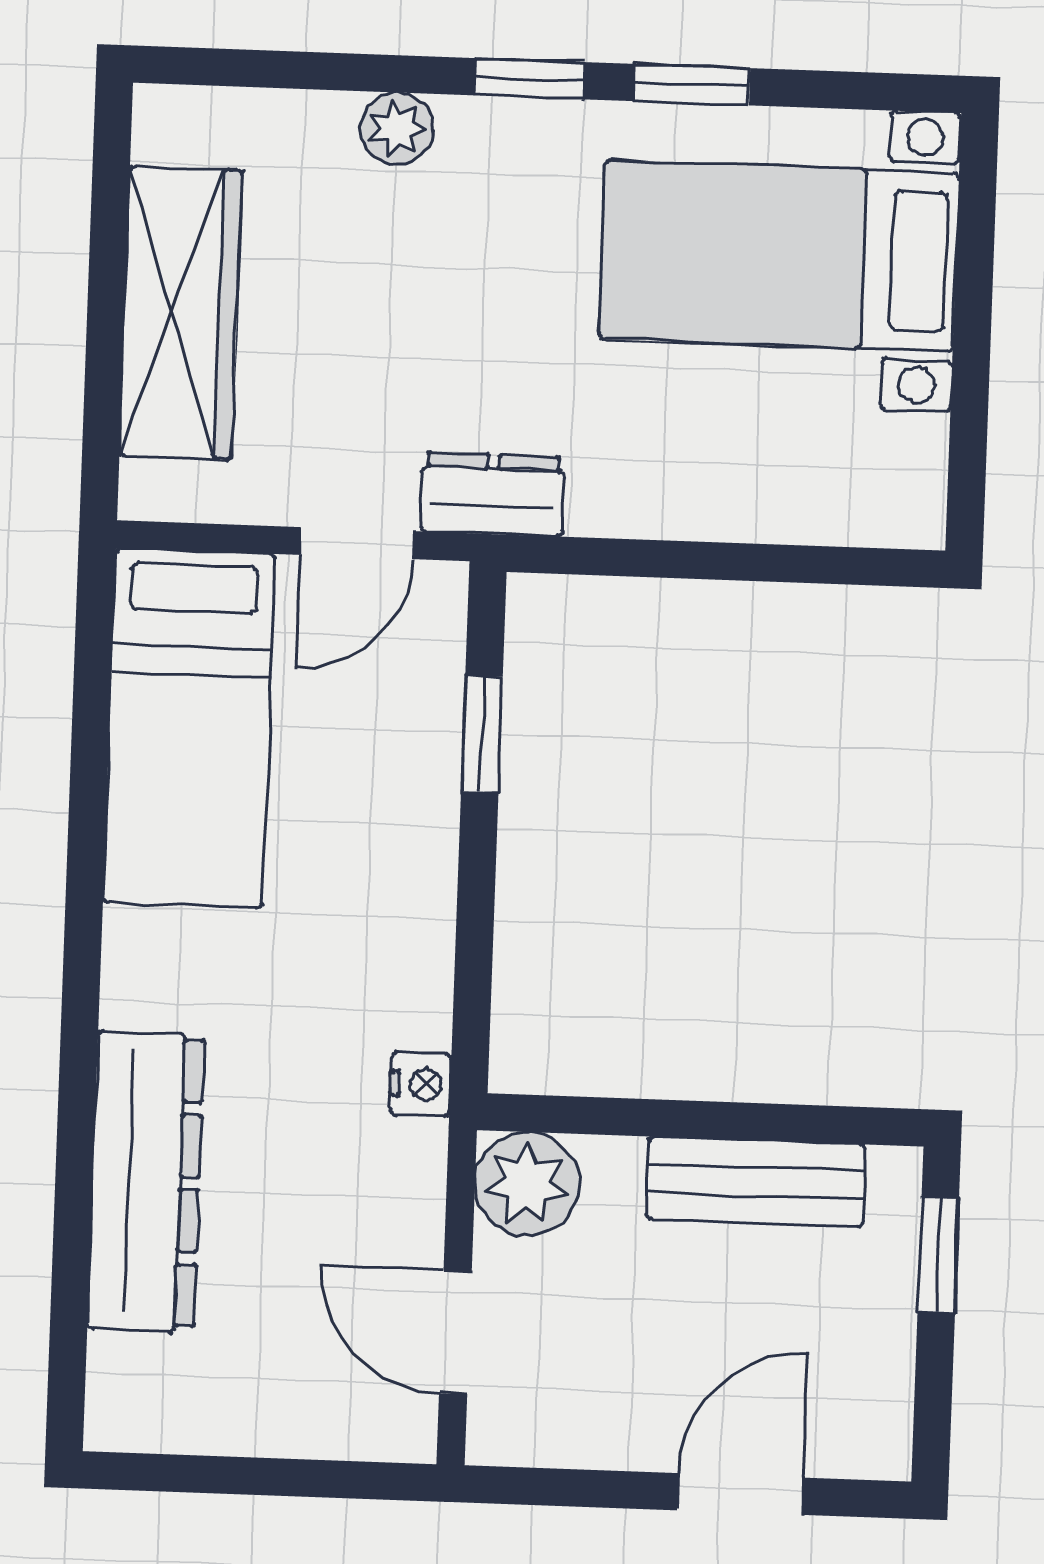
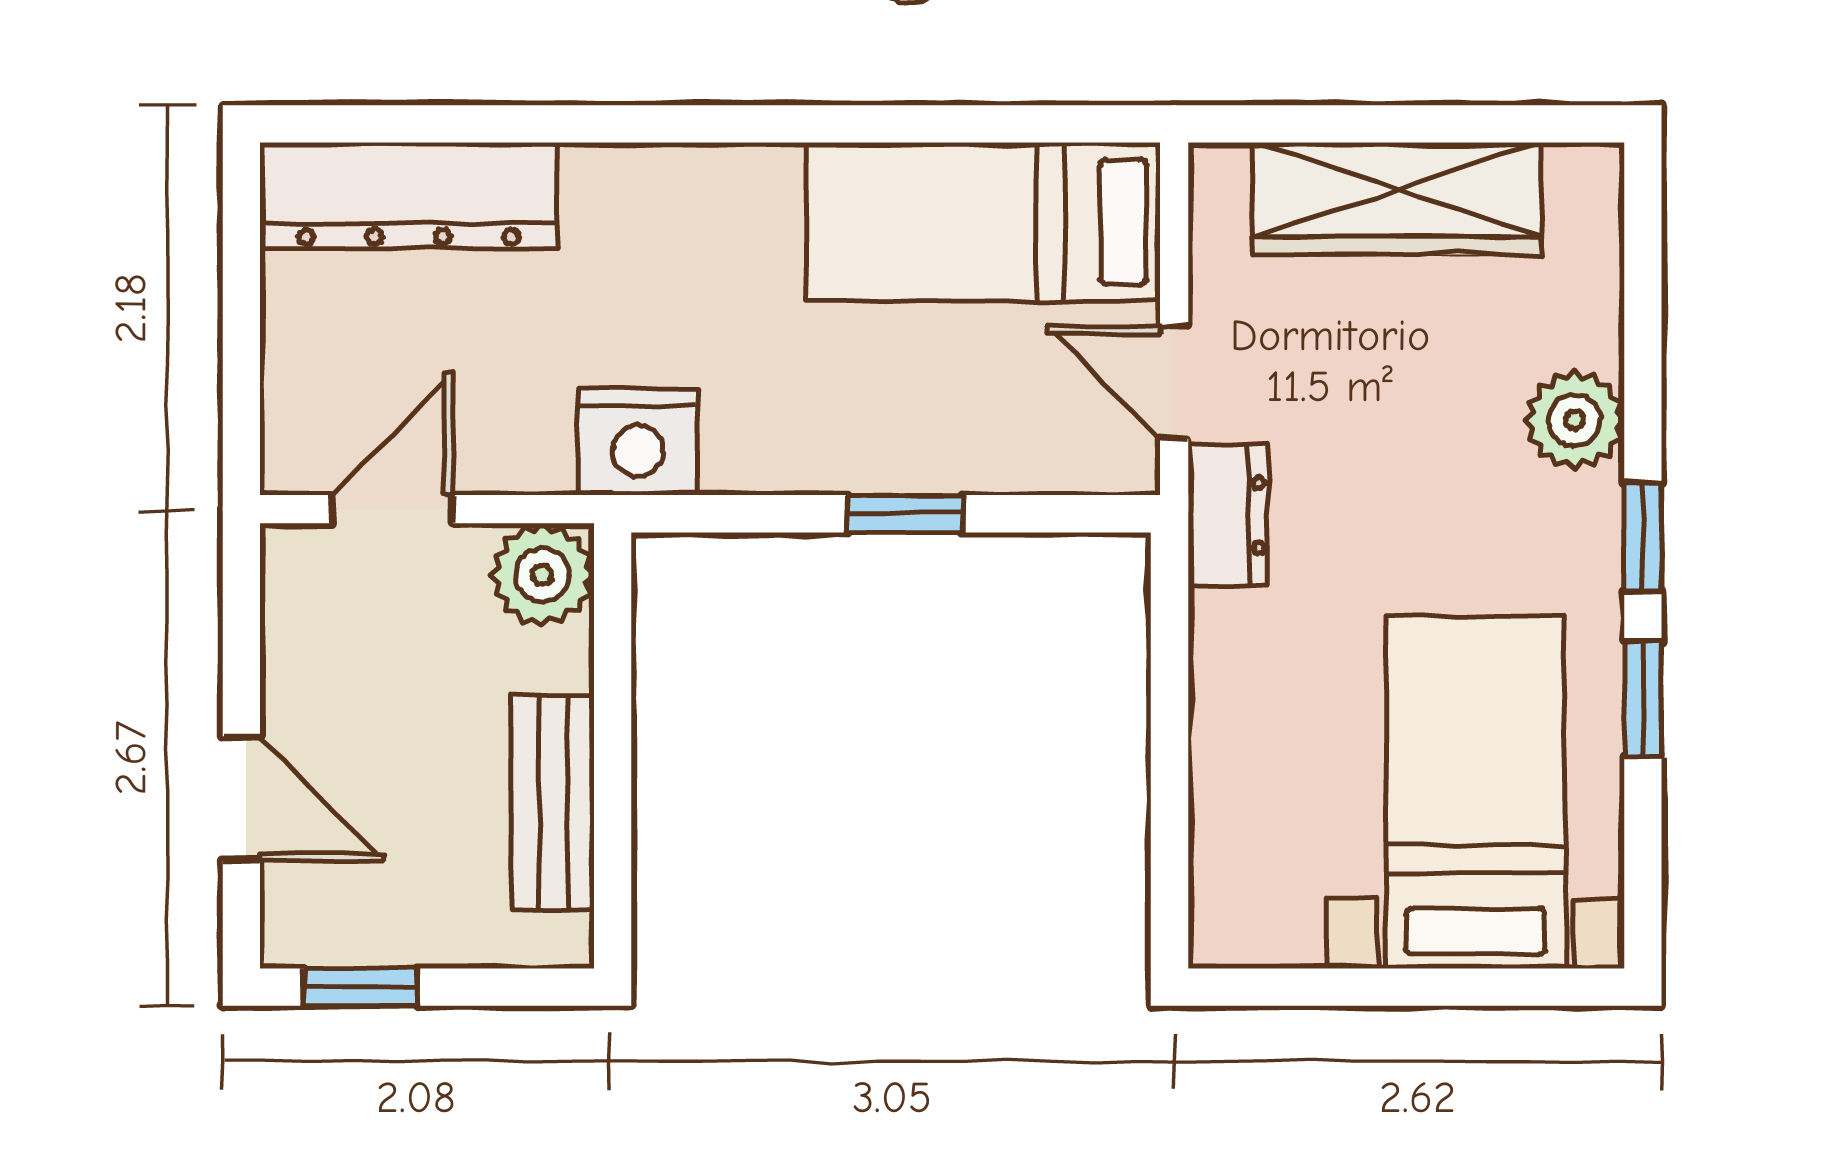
plant: (397, 129) -> (1575, 420), width x1.38, depth x1.38
window: (482, 734) -> (905, 514), moved
nightstand: (421, 1084) -> (638, 442), width x1.89, depth x1.79
dresser: (146, 1182) -> (409, 196), moved
window: (938, 1255) -> (360, 987), moved

